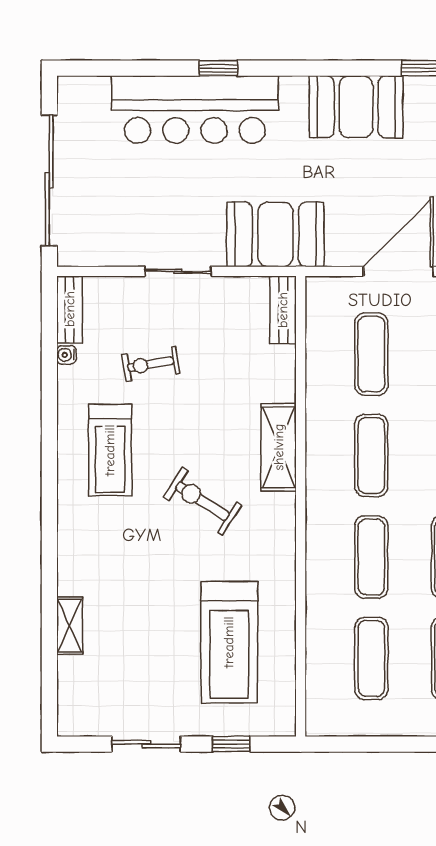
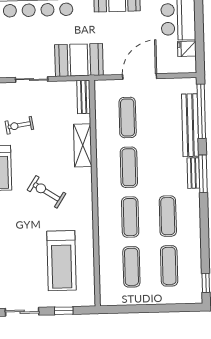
shelving: (279, 447) -> (83, 145), moved

